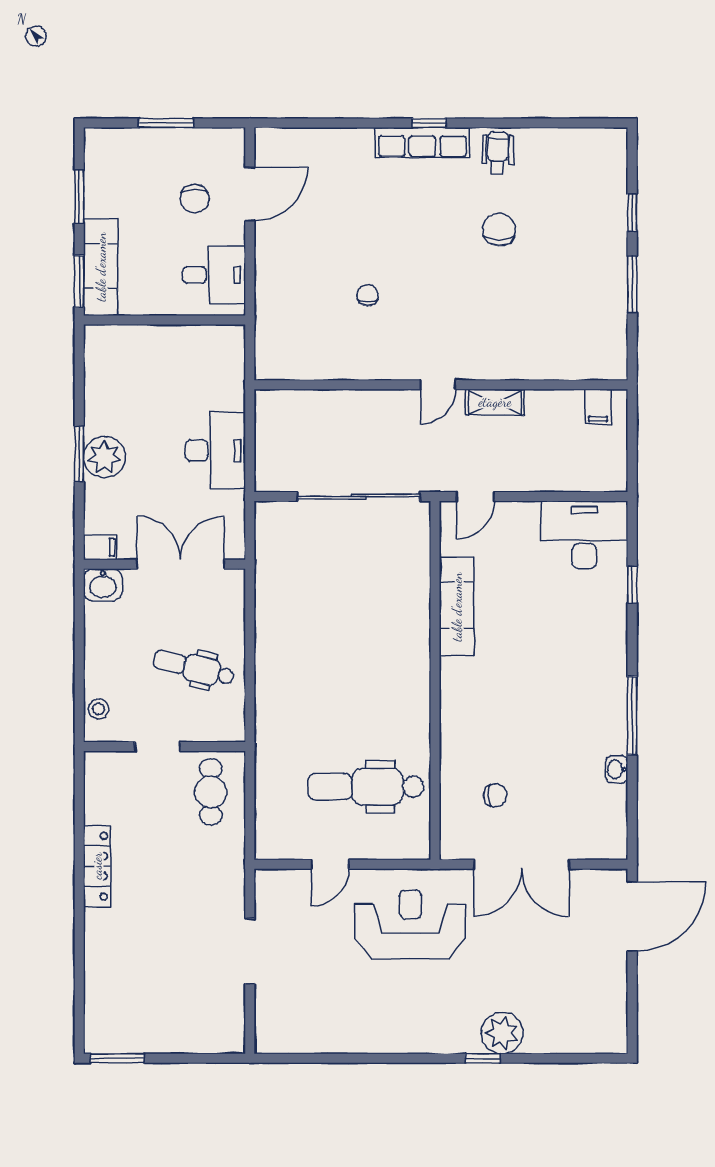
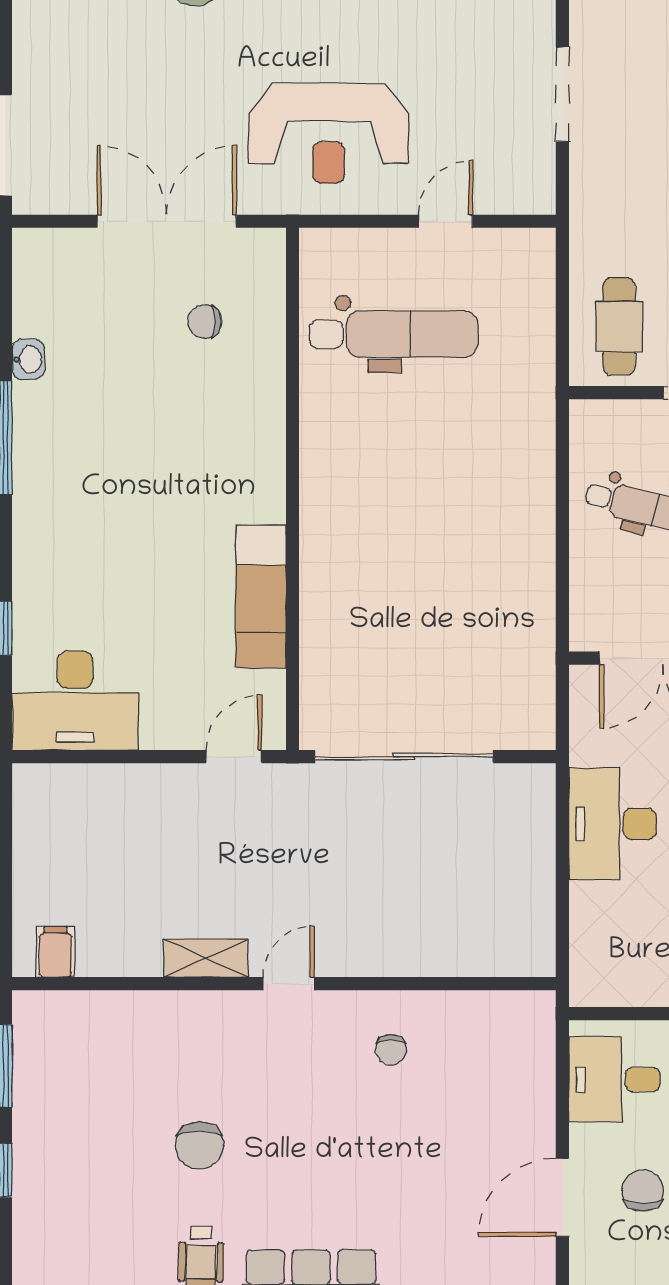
door: (438, 385) -> (288, 984), moved
wall: (441, 385) -> (284, 984), moved
shelving: (495, 402) -> (206, 958), moved
filing cabinet: (598, 407) -> (55, 952), moved

